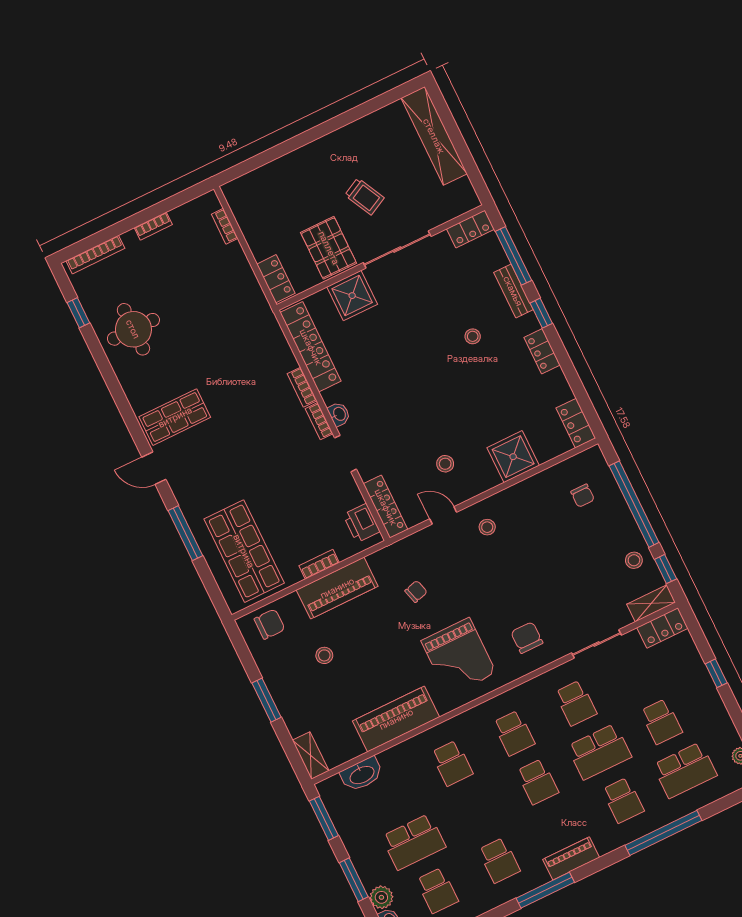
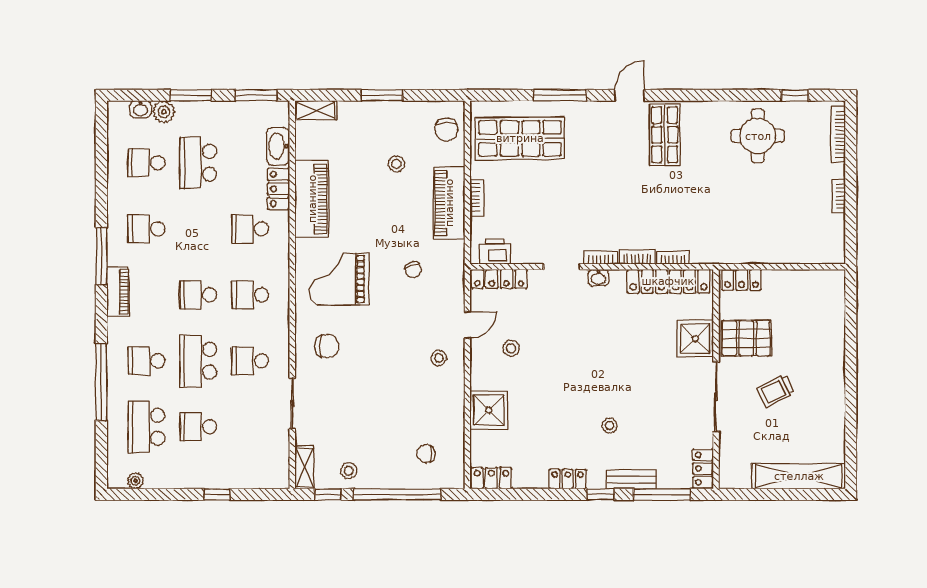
bookcase: (225, 226) -> (673, 258), moved
locker: (662, 628) -> (279, 189), moved

